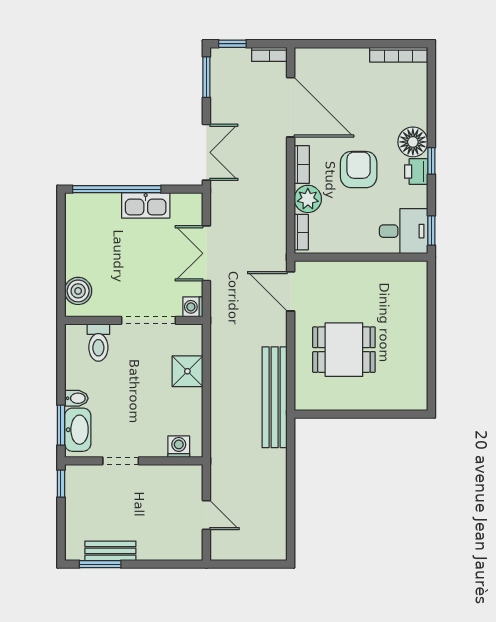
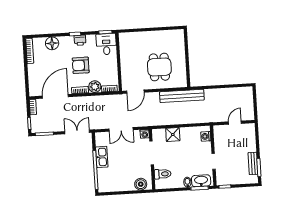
floor lamp: (413, 142) -> (52, 43), moved

